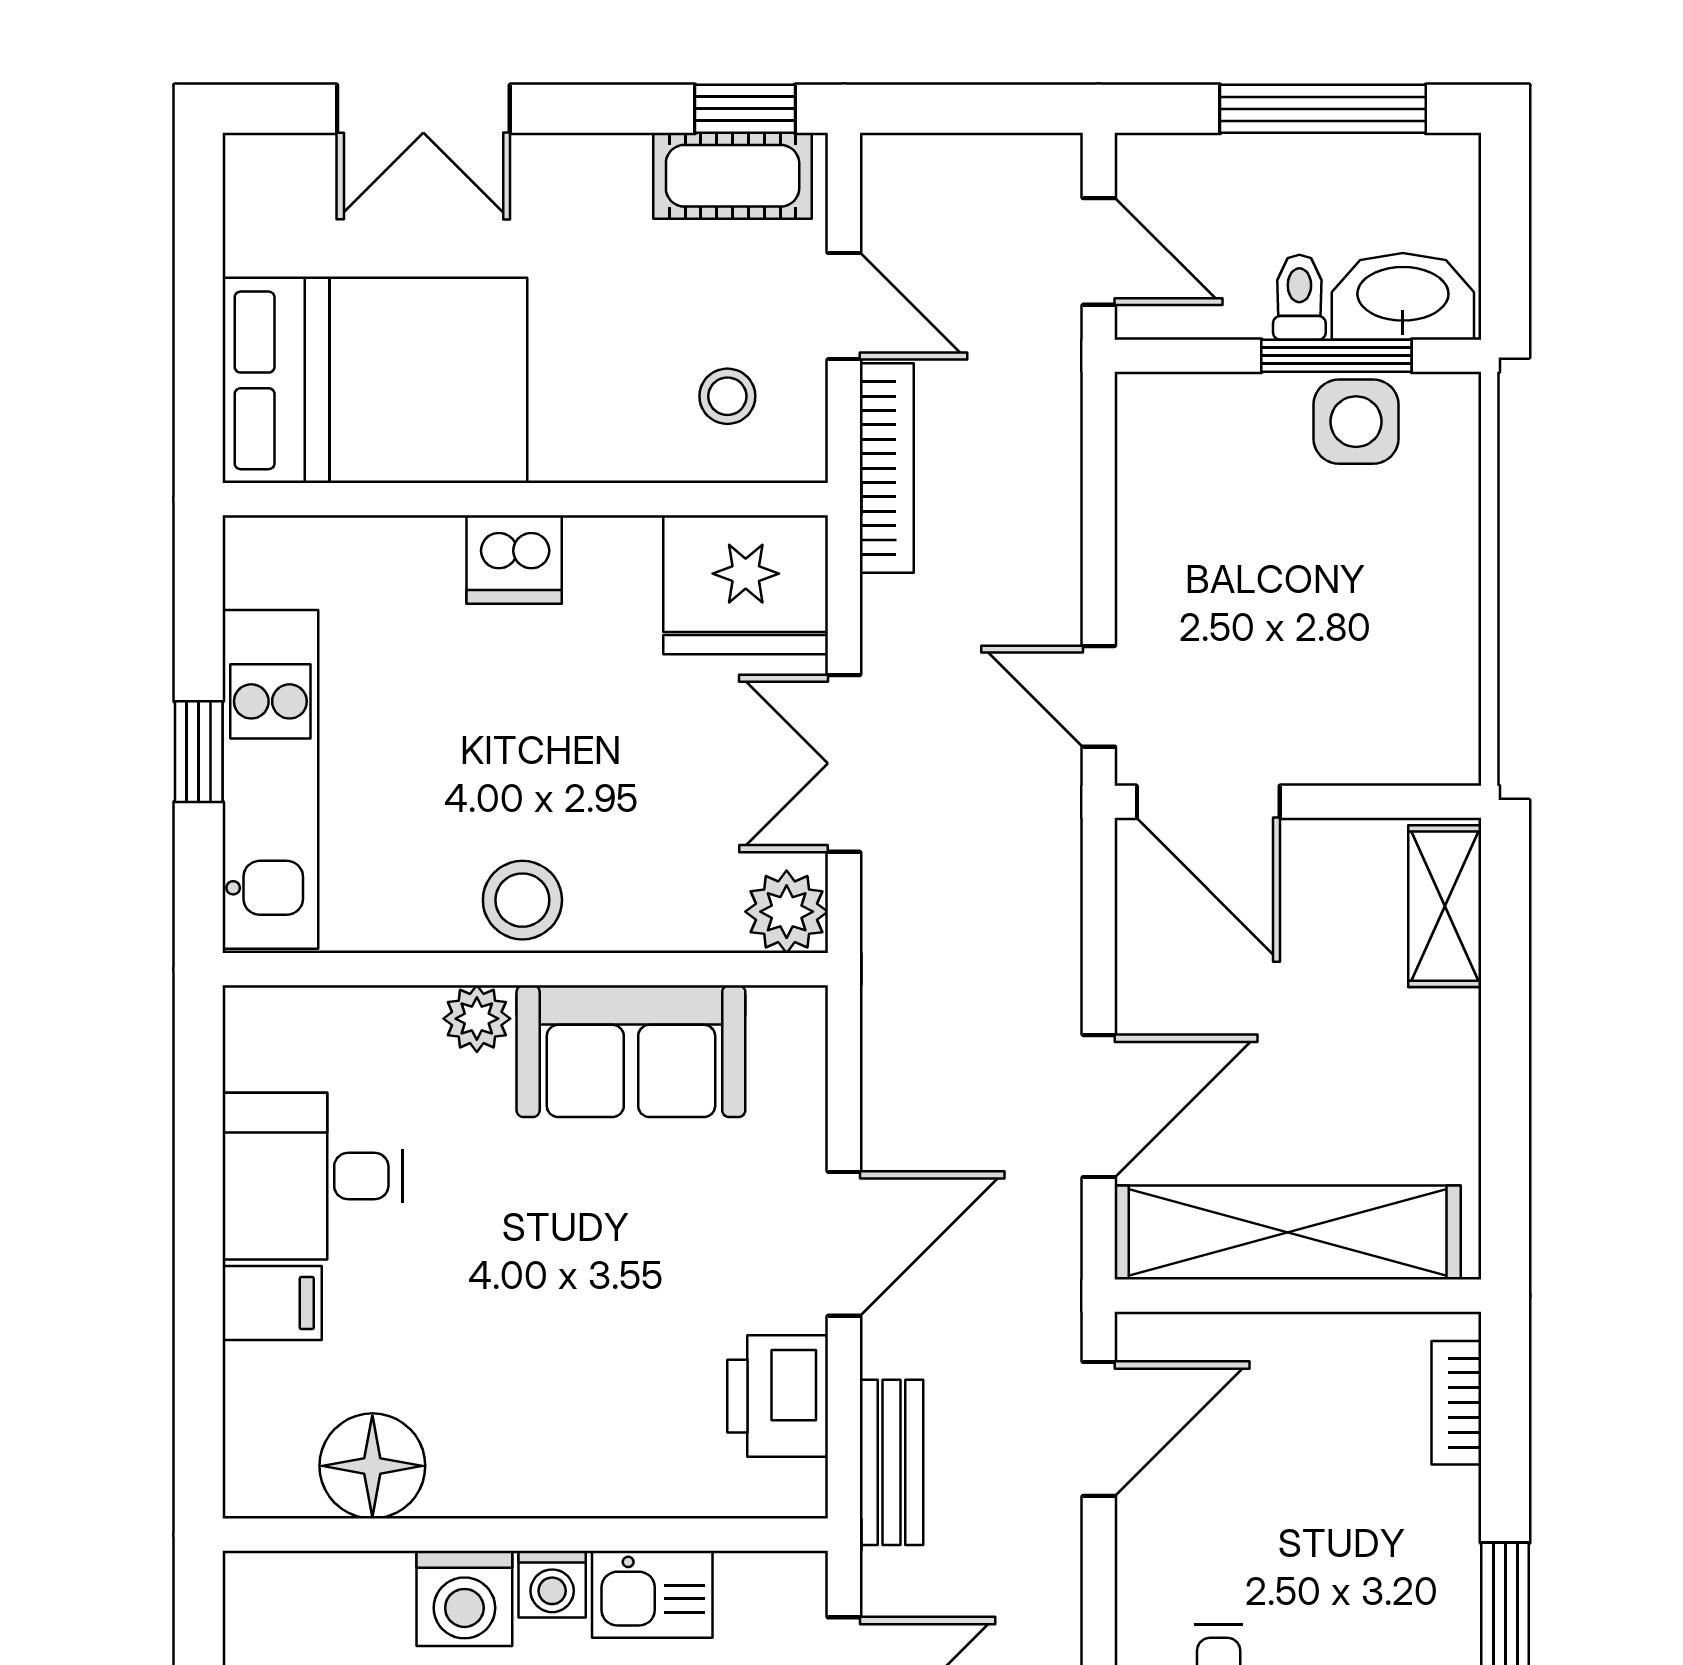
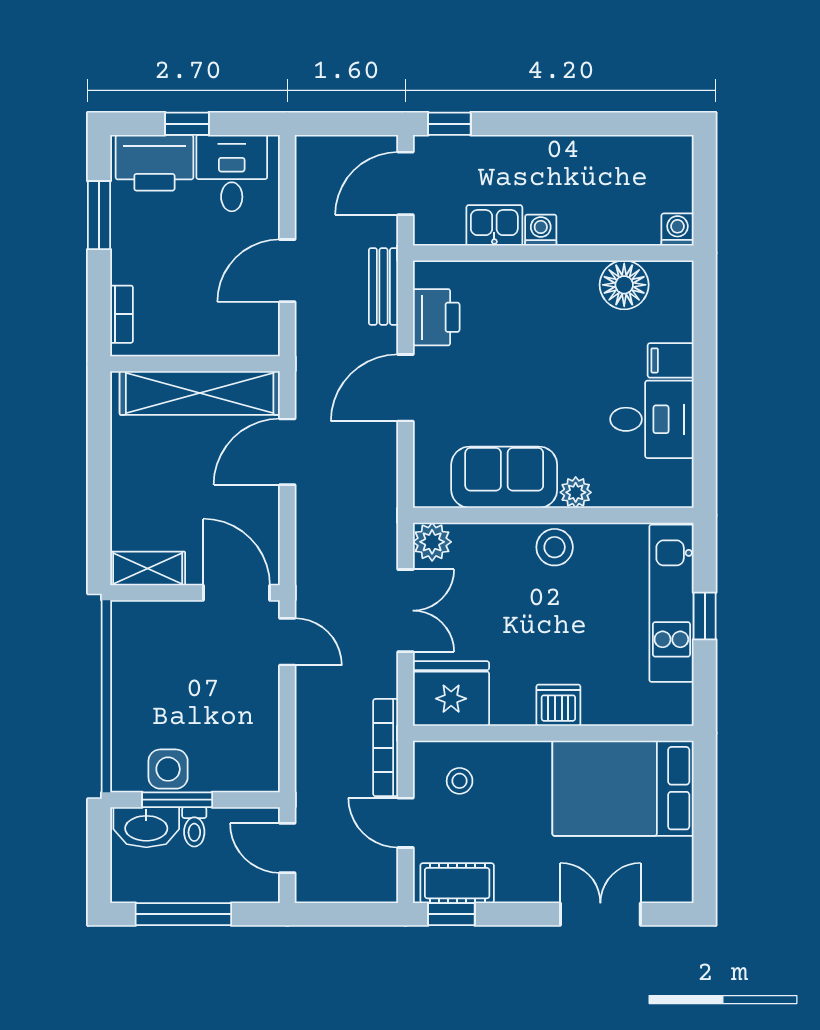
shelving: (1445, 906) -> (148, 569), moved, turned 90
door: (1099, 1429) -> (287, 271), moved
washing machine: (464, 1598) -> (677, 230), moved, width x0.73, depth x0.73

